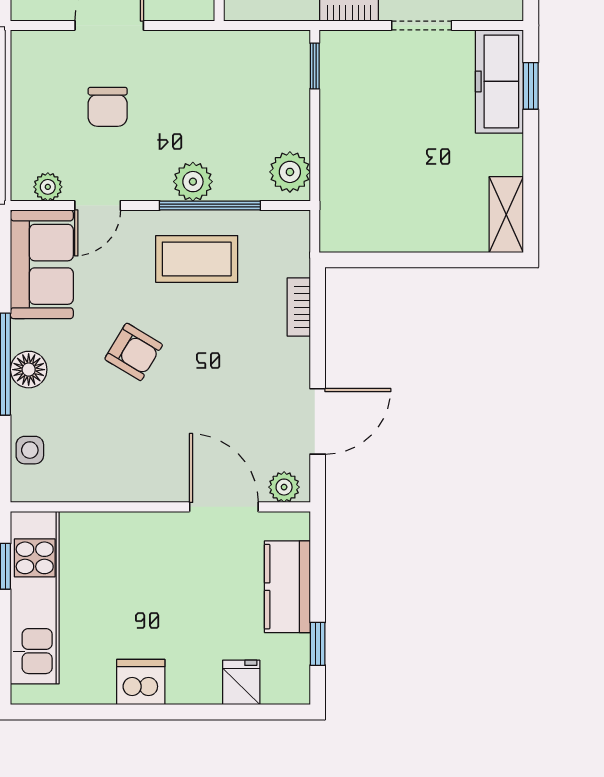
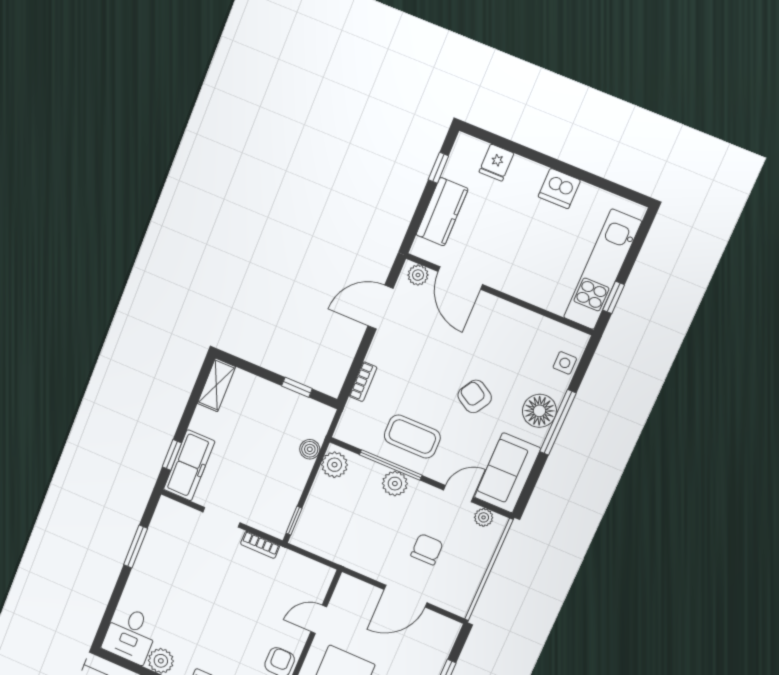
boiler: (334, 179) -> (310, 449), added
window: (389, 260) -> (297, 387), added
floor lamp: (29, 370) -> (539, 411), width x1.38, depth x1.38

